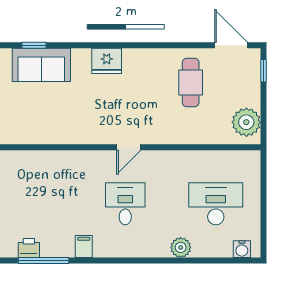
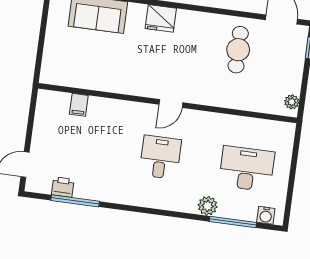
plant: (246, 122) -> (292, 102), width x0.53, depth x0.53
filing cabinet: (84, 247) -> (79, 105), moved, turned 180
window: (209, 260) -> (233, 222), added

